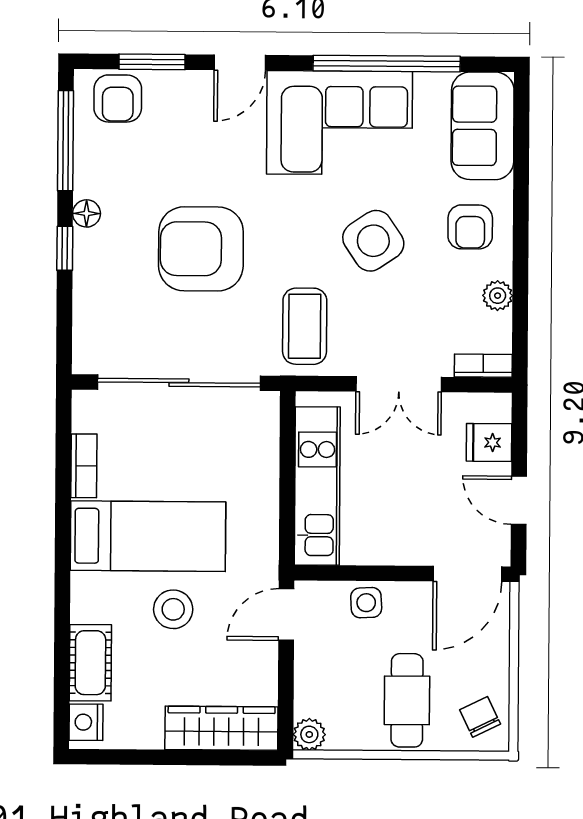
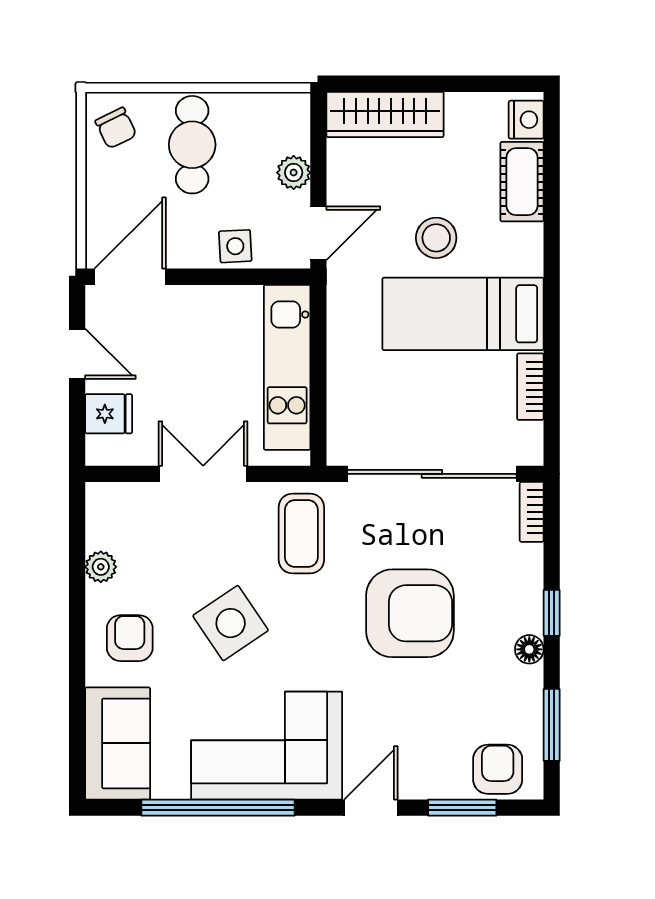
window: (66, 141) -> (552, 725), width x0.69
bookcase: (483, 366) -> (532, 512), moved, turned 90
plant: (309, 734) -> (294, 173), moved

